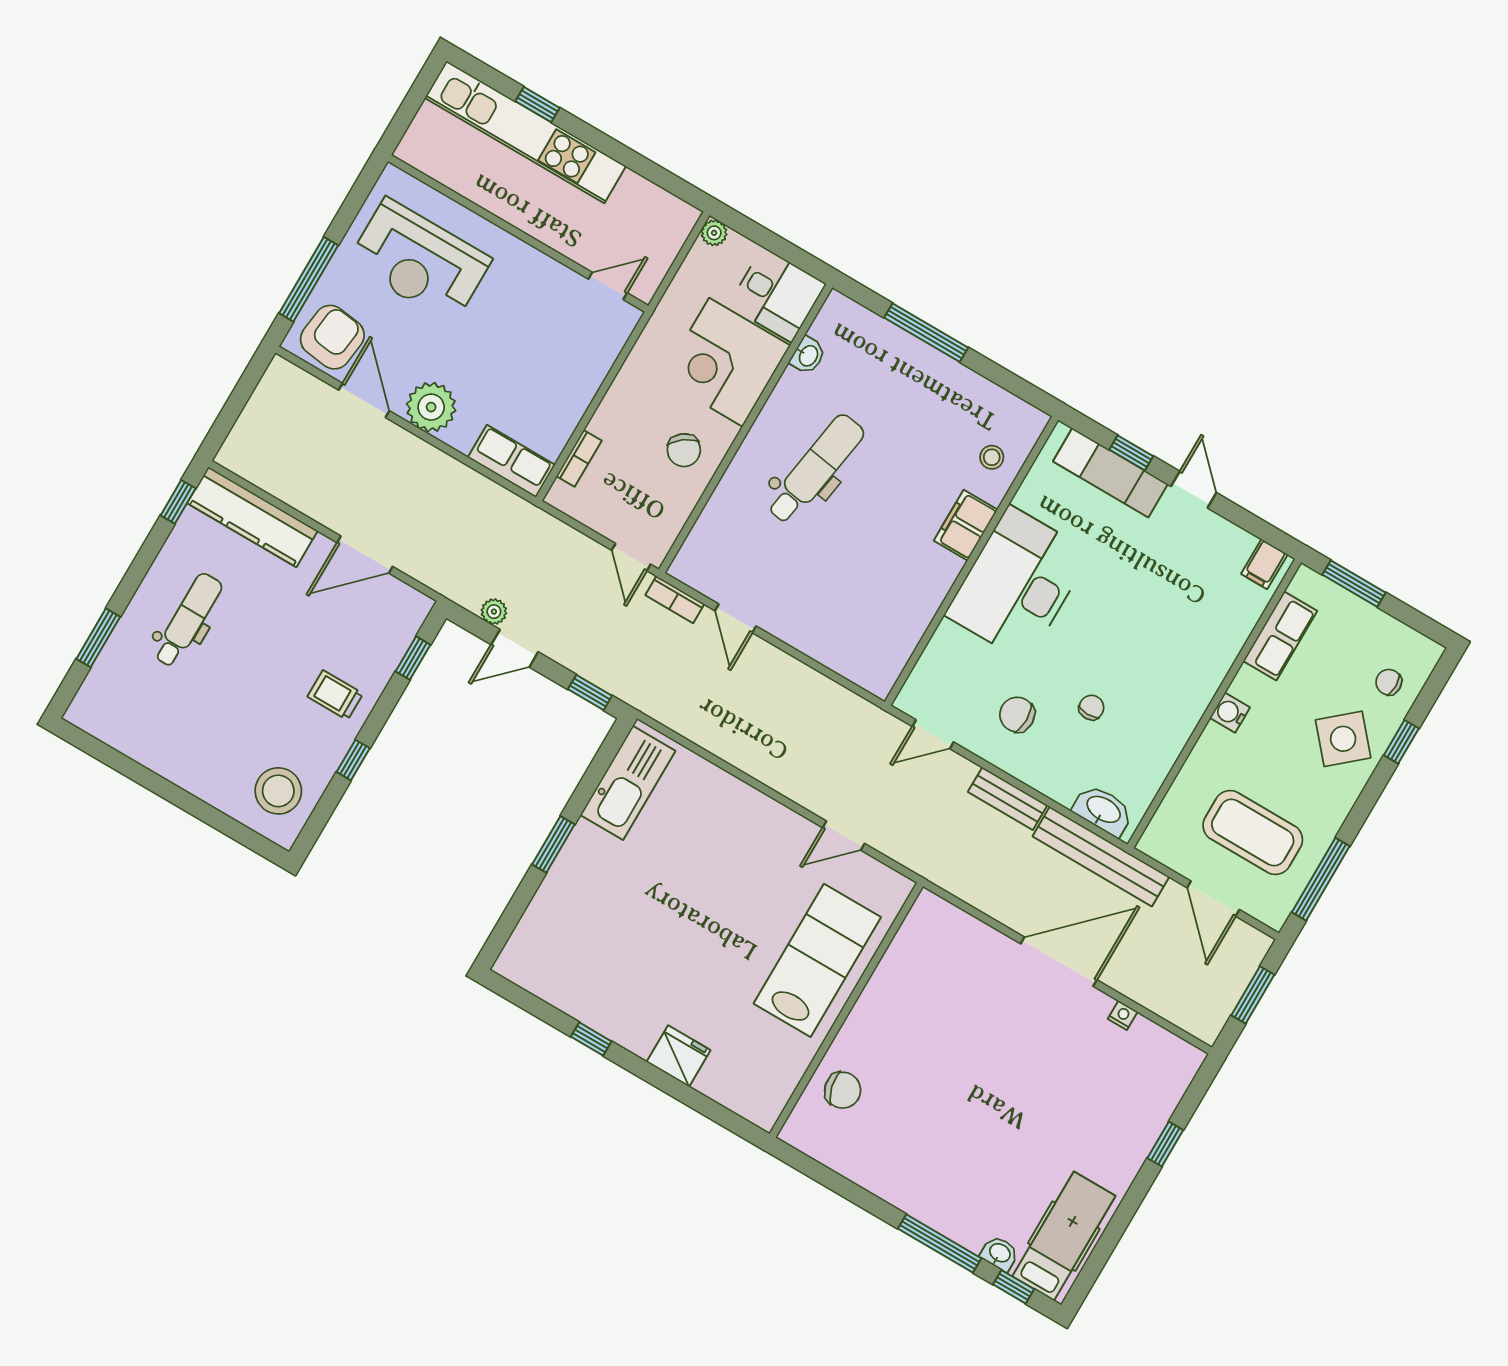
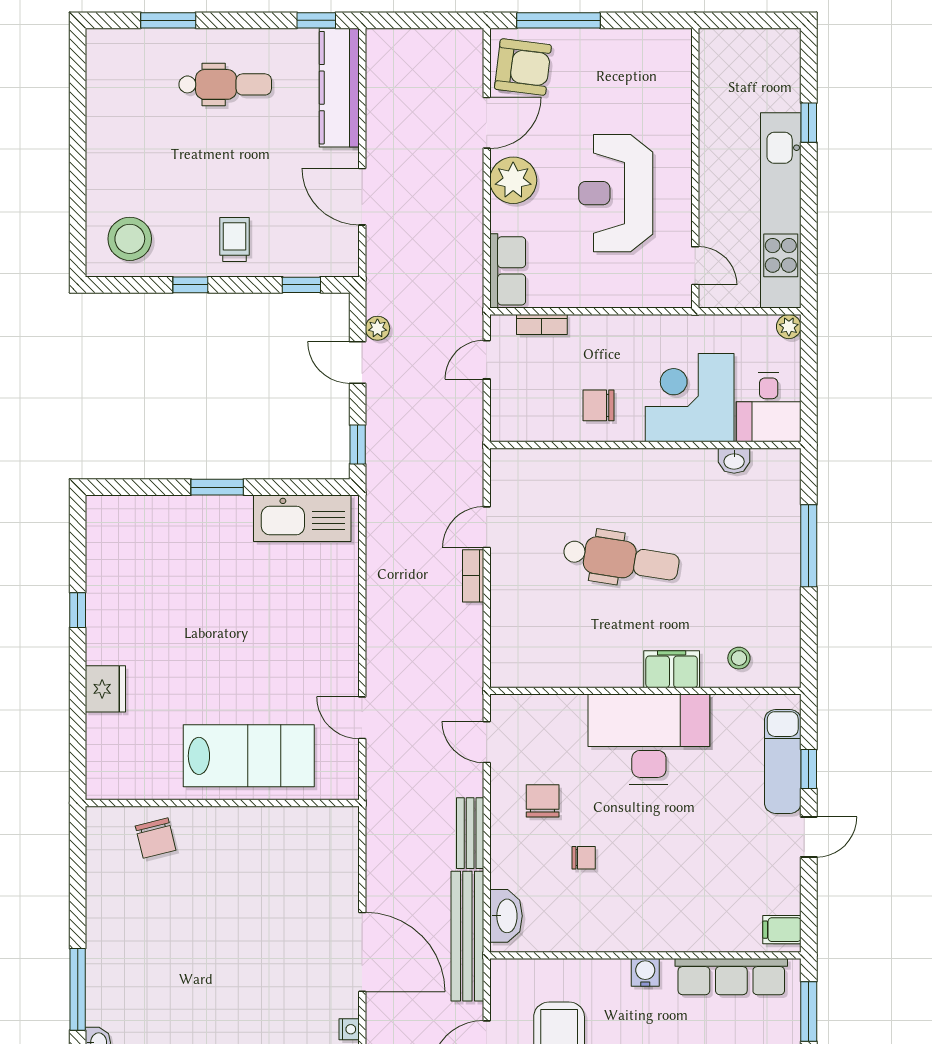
kitchen unit: (525, 132) -> (781, 210), moved
reception desk: (419, 261) -> (616, 193), moved
chair: (684, 450) -> (598, 405), turned 37
dental chair: (815, 469) -> (621, 559), moved
door: (631, 557) -> (487, 360), moved
bookcase: (675, 600) -> (473, 576), moved
row of seats: (1280, 636) -> (731, 977), width x1.48

